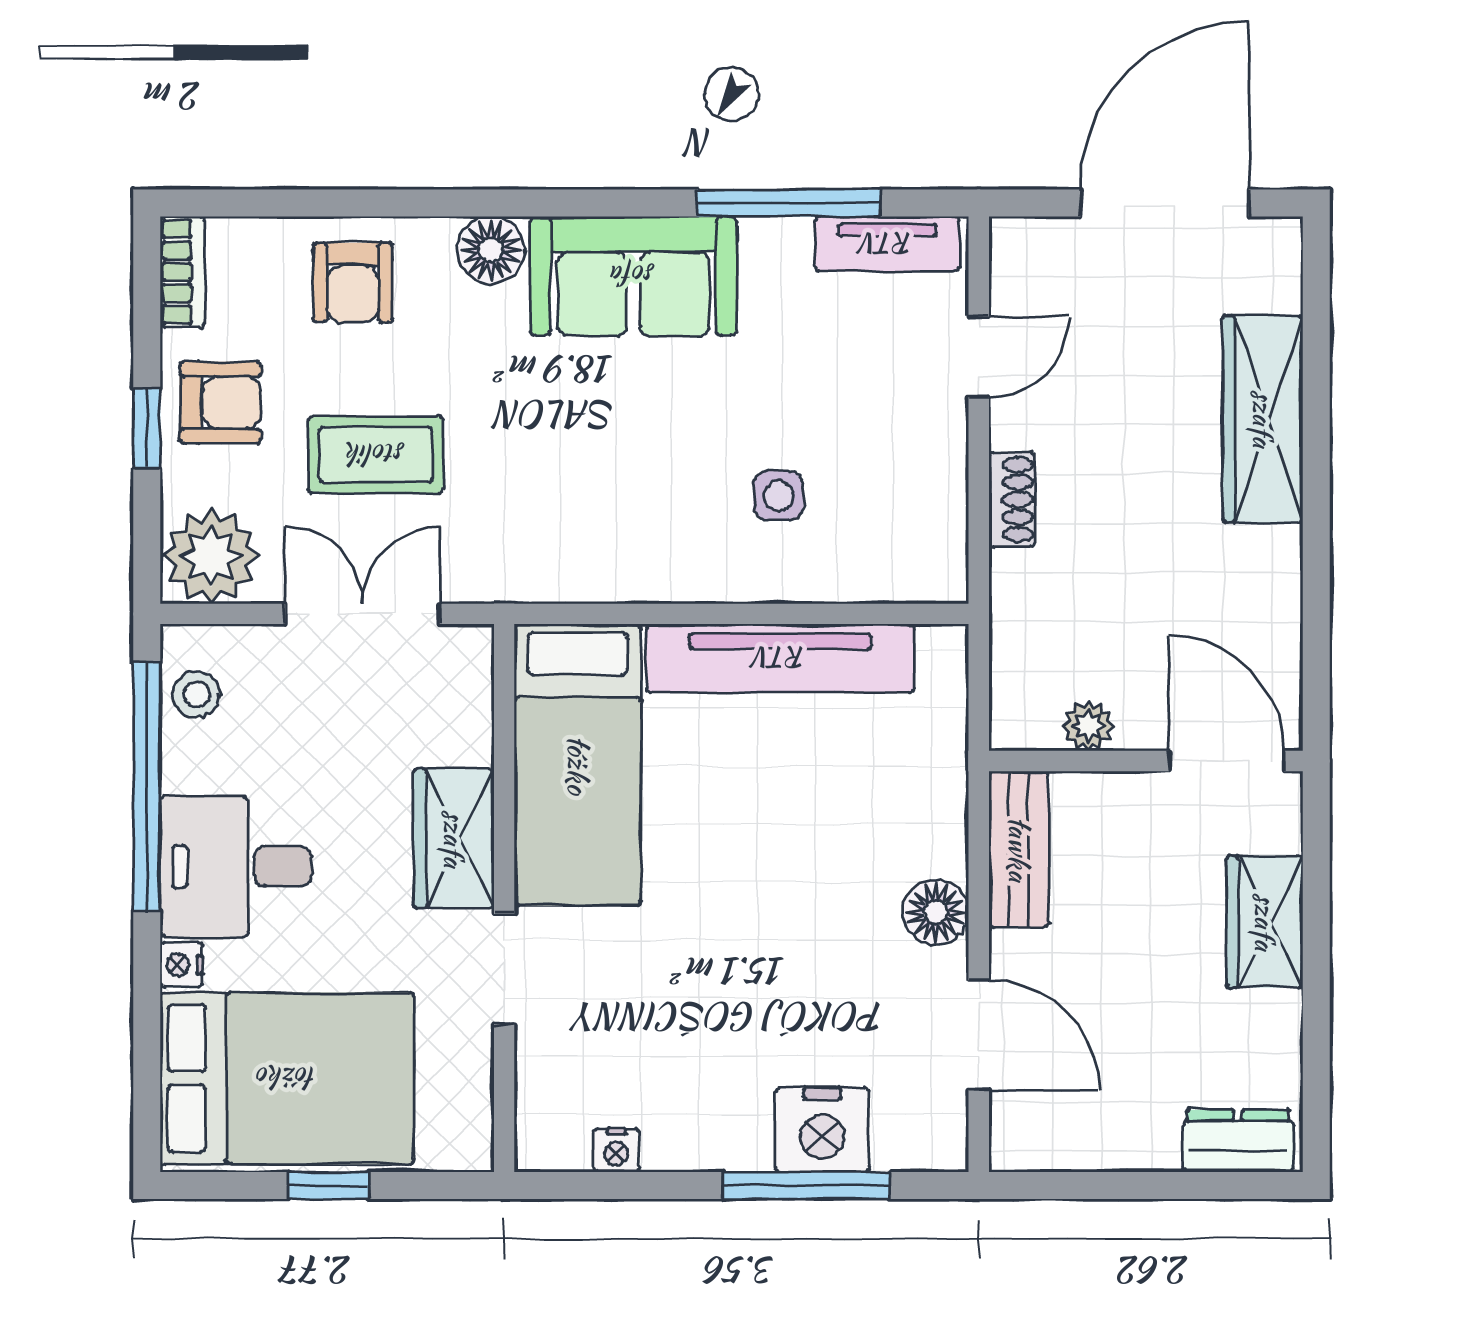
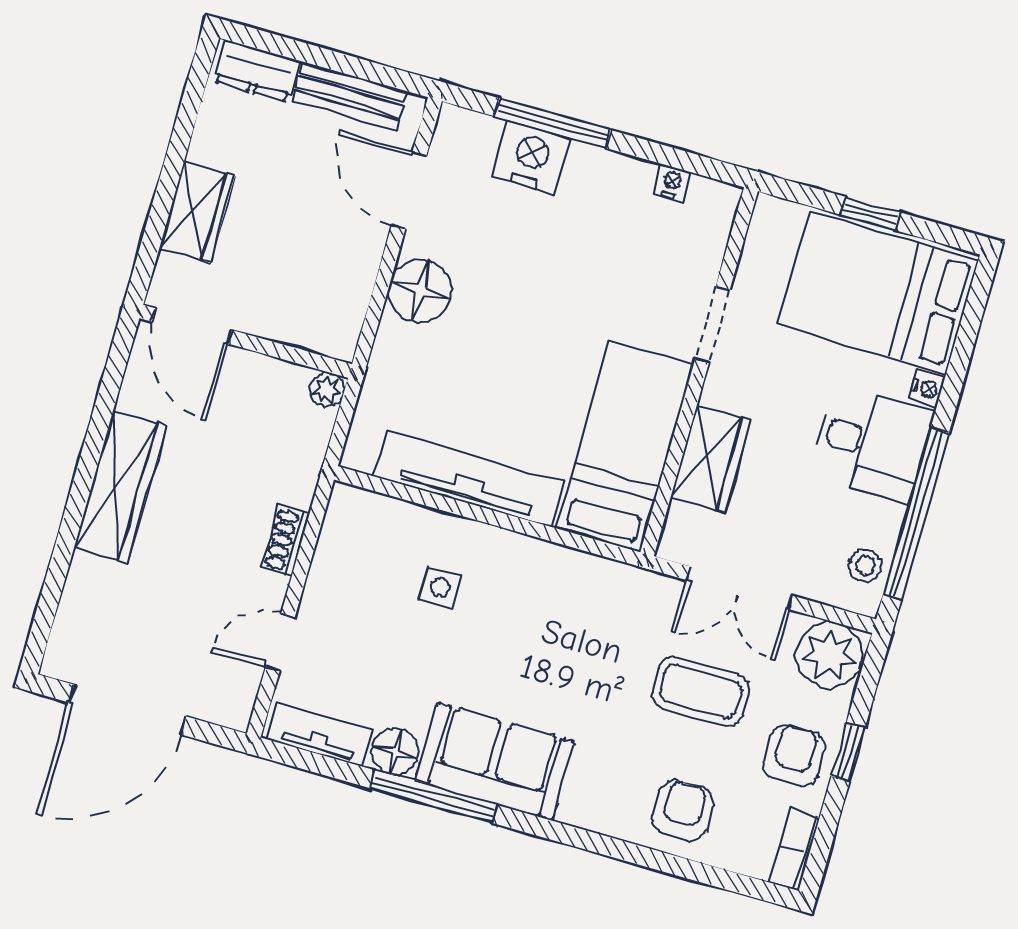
window: (789, 203) -> (434, 797), moved
floor lamp: (491, 250) -> (395, 752), moved
armchair: (220, 403) -> (794, 756), turned 90
wardrobe: (1263, 419) -> (120, 487), moved
plant: (1088, 726) -> (327, 390), moved
wardrobe: (454, 839) -> (711, 458), moved
bench: (1019, 849) -> (349, 96), moved, turned 90
floor lamp: (936, 912) -> (420, 291), width x1.38, depth x1.38

